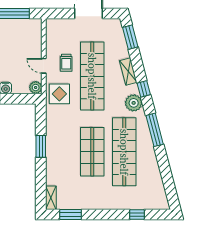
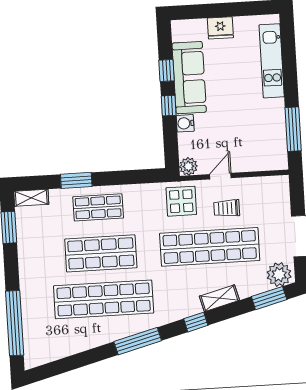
plant: (134, 103) -> (279, 274), moved
window: (41, 146) -> (76, 180), moved
shop shelf: (60, 152) -> (98, 207), added
window: (137, 214) -> (15, 323), width x3.17

